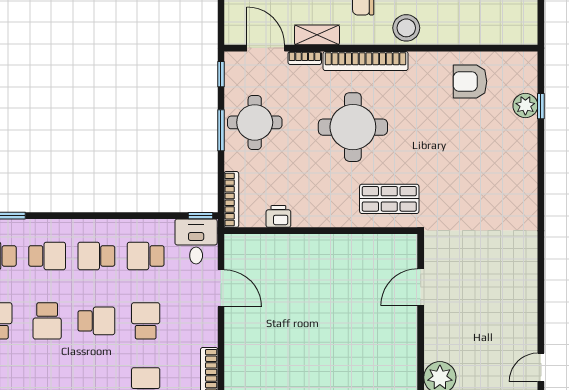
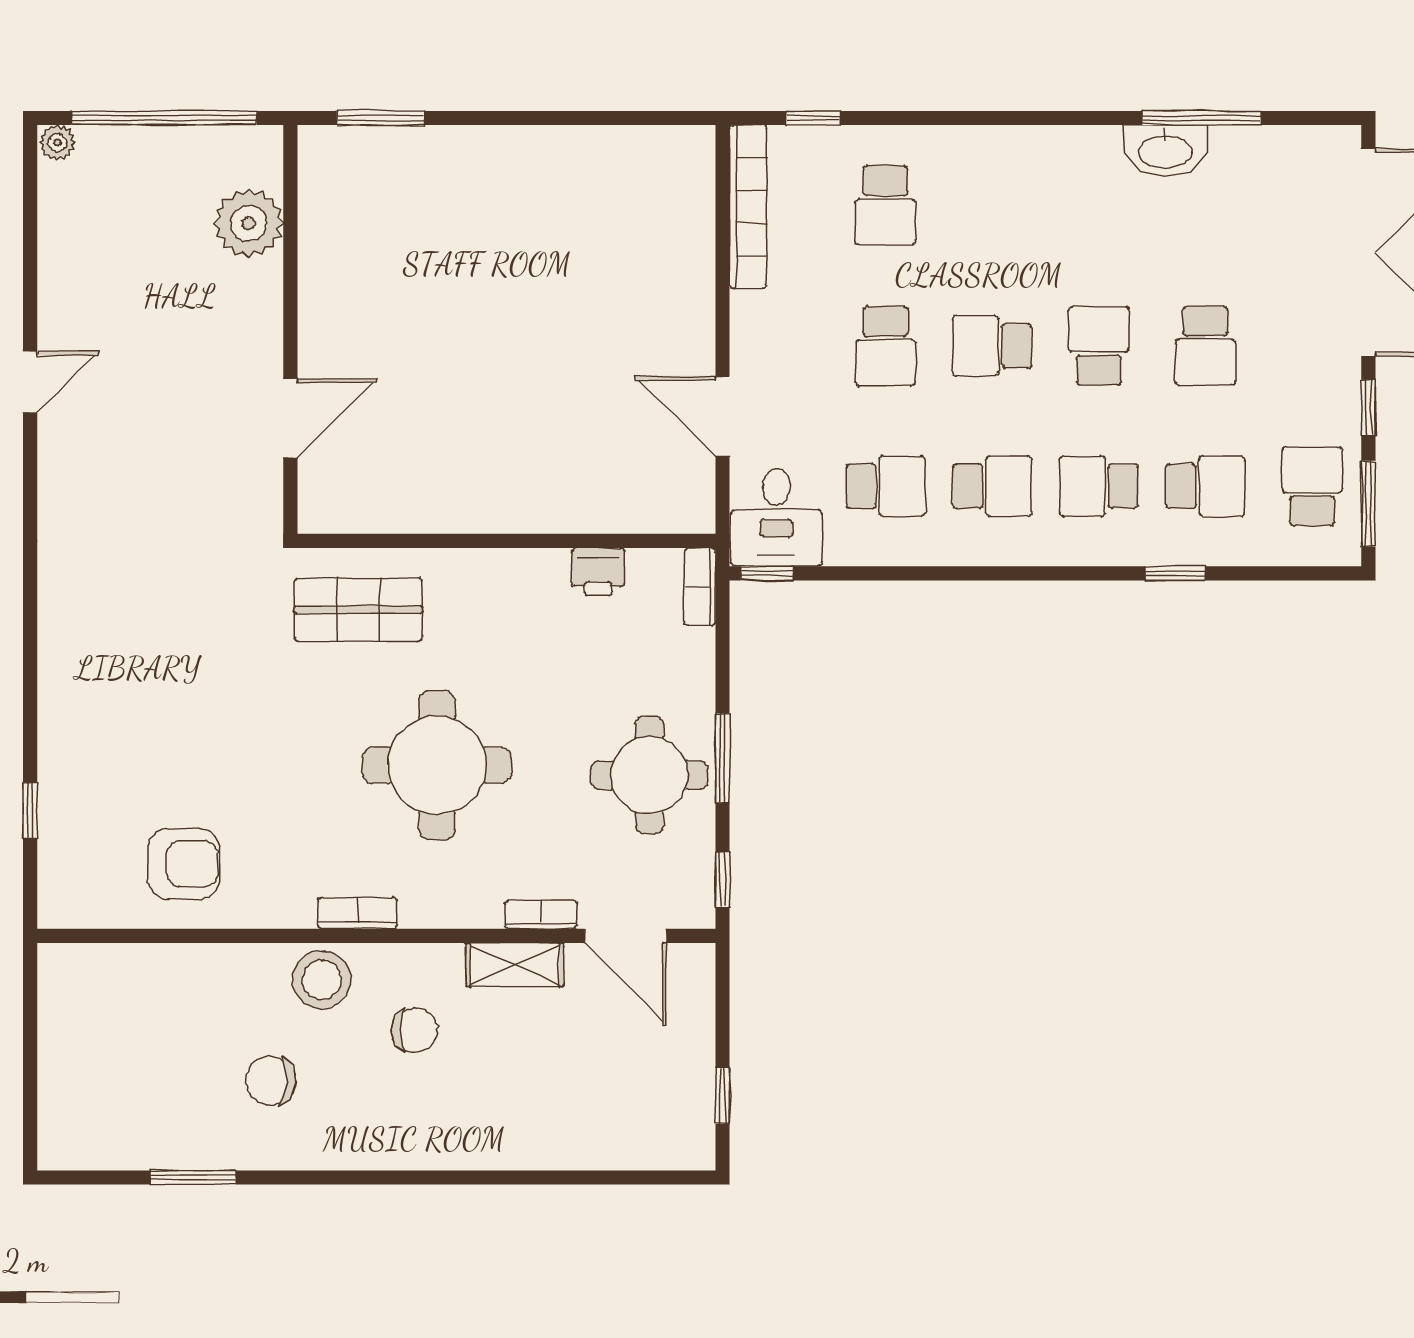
bookcase: (366, 61) -> (358, 913), width x0.43, depth x0.76
plant: (525, 106) -> (64, 812), removed
bookcase: (231, 199) -> (700, 587), width x0.64
door: (541, 367) -> (30, 382), moved

